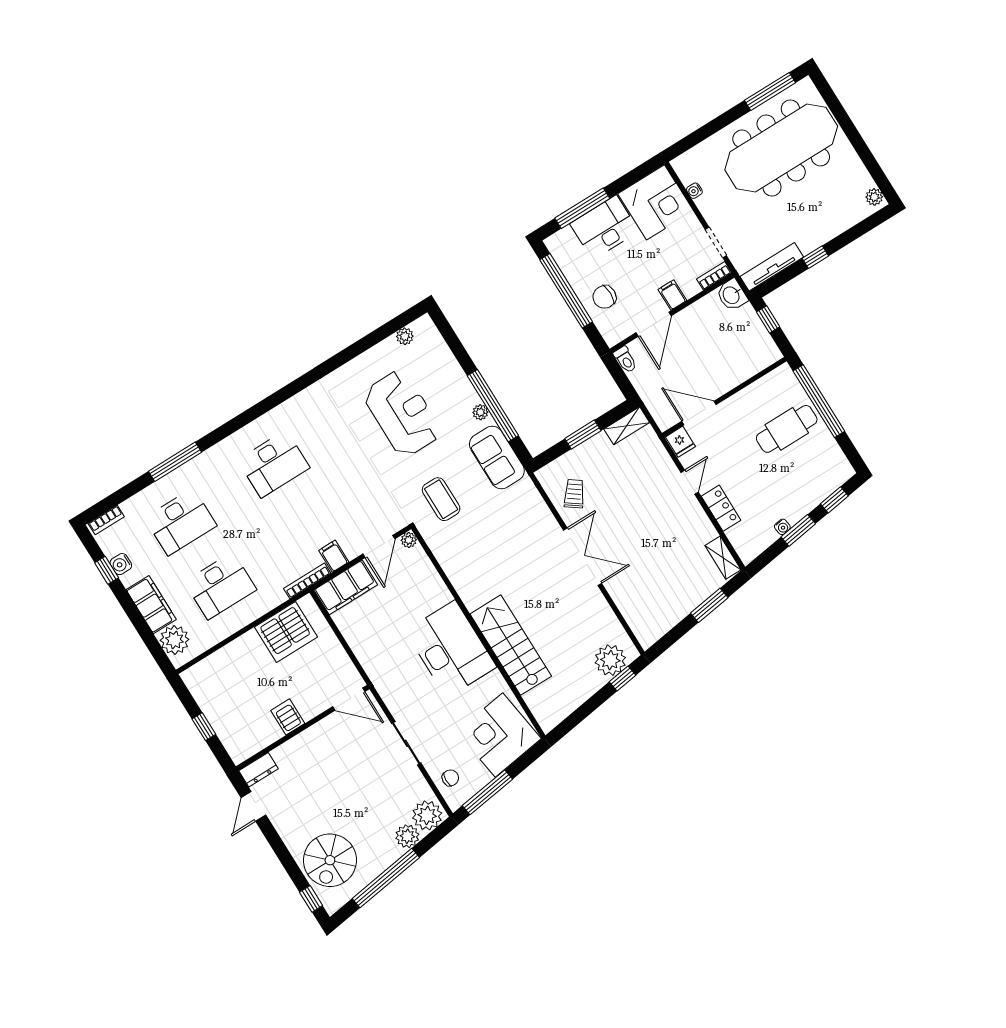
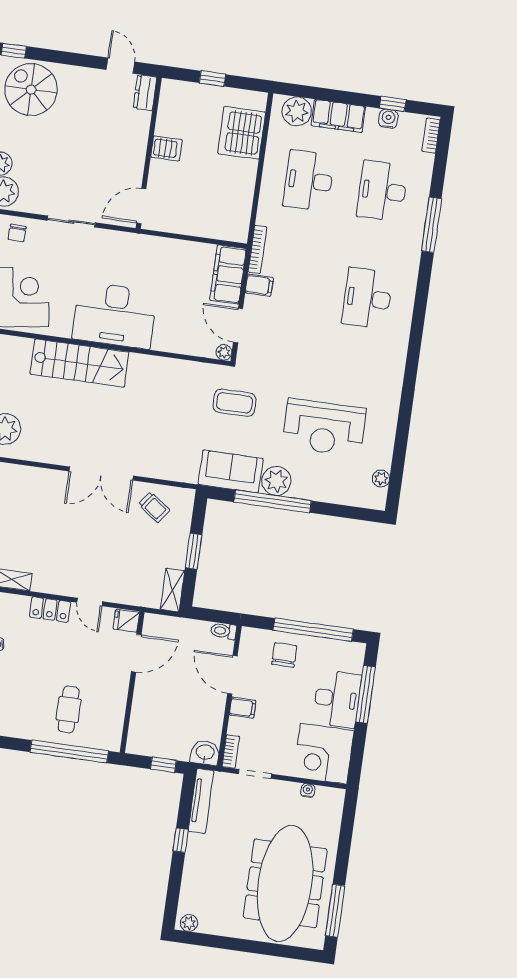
plant: (480, 412) -> (276, 481), width x1.88, depth x1.88
cafe table: (787, 429) -> (69, 709), width x0.73, depth x0.74
server rack: (286, 632) -> (242, 133), moved

